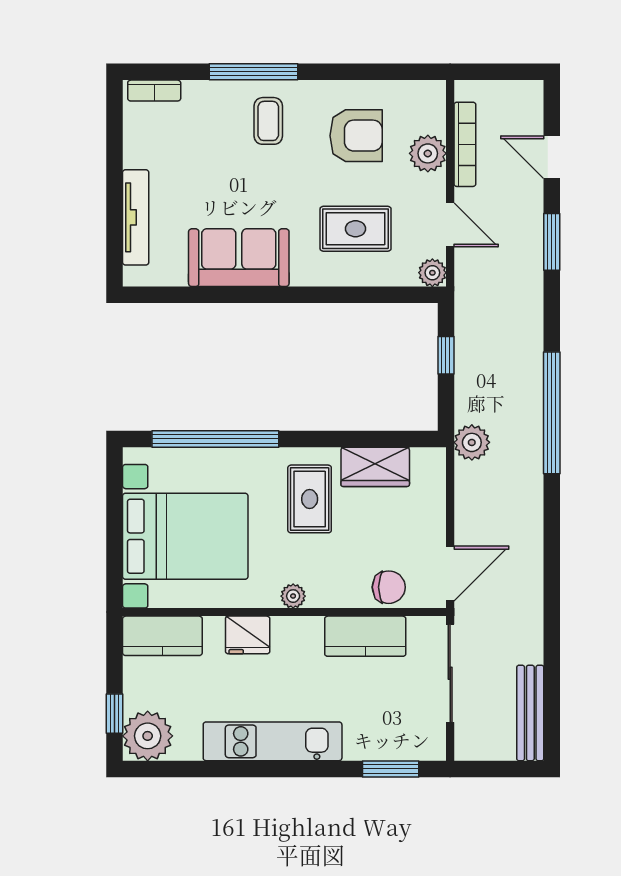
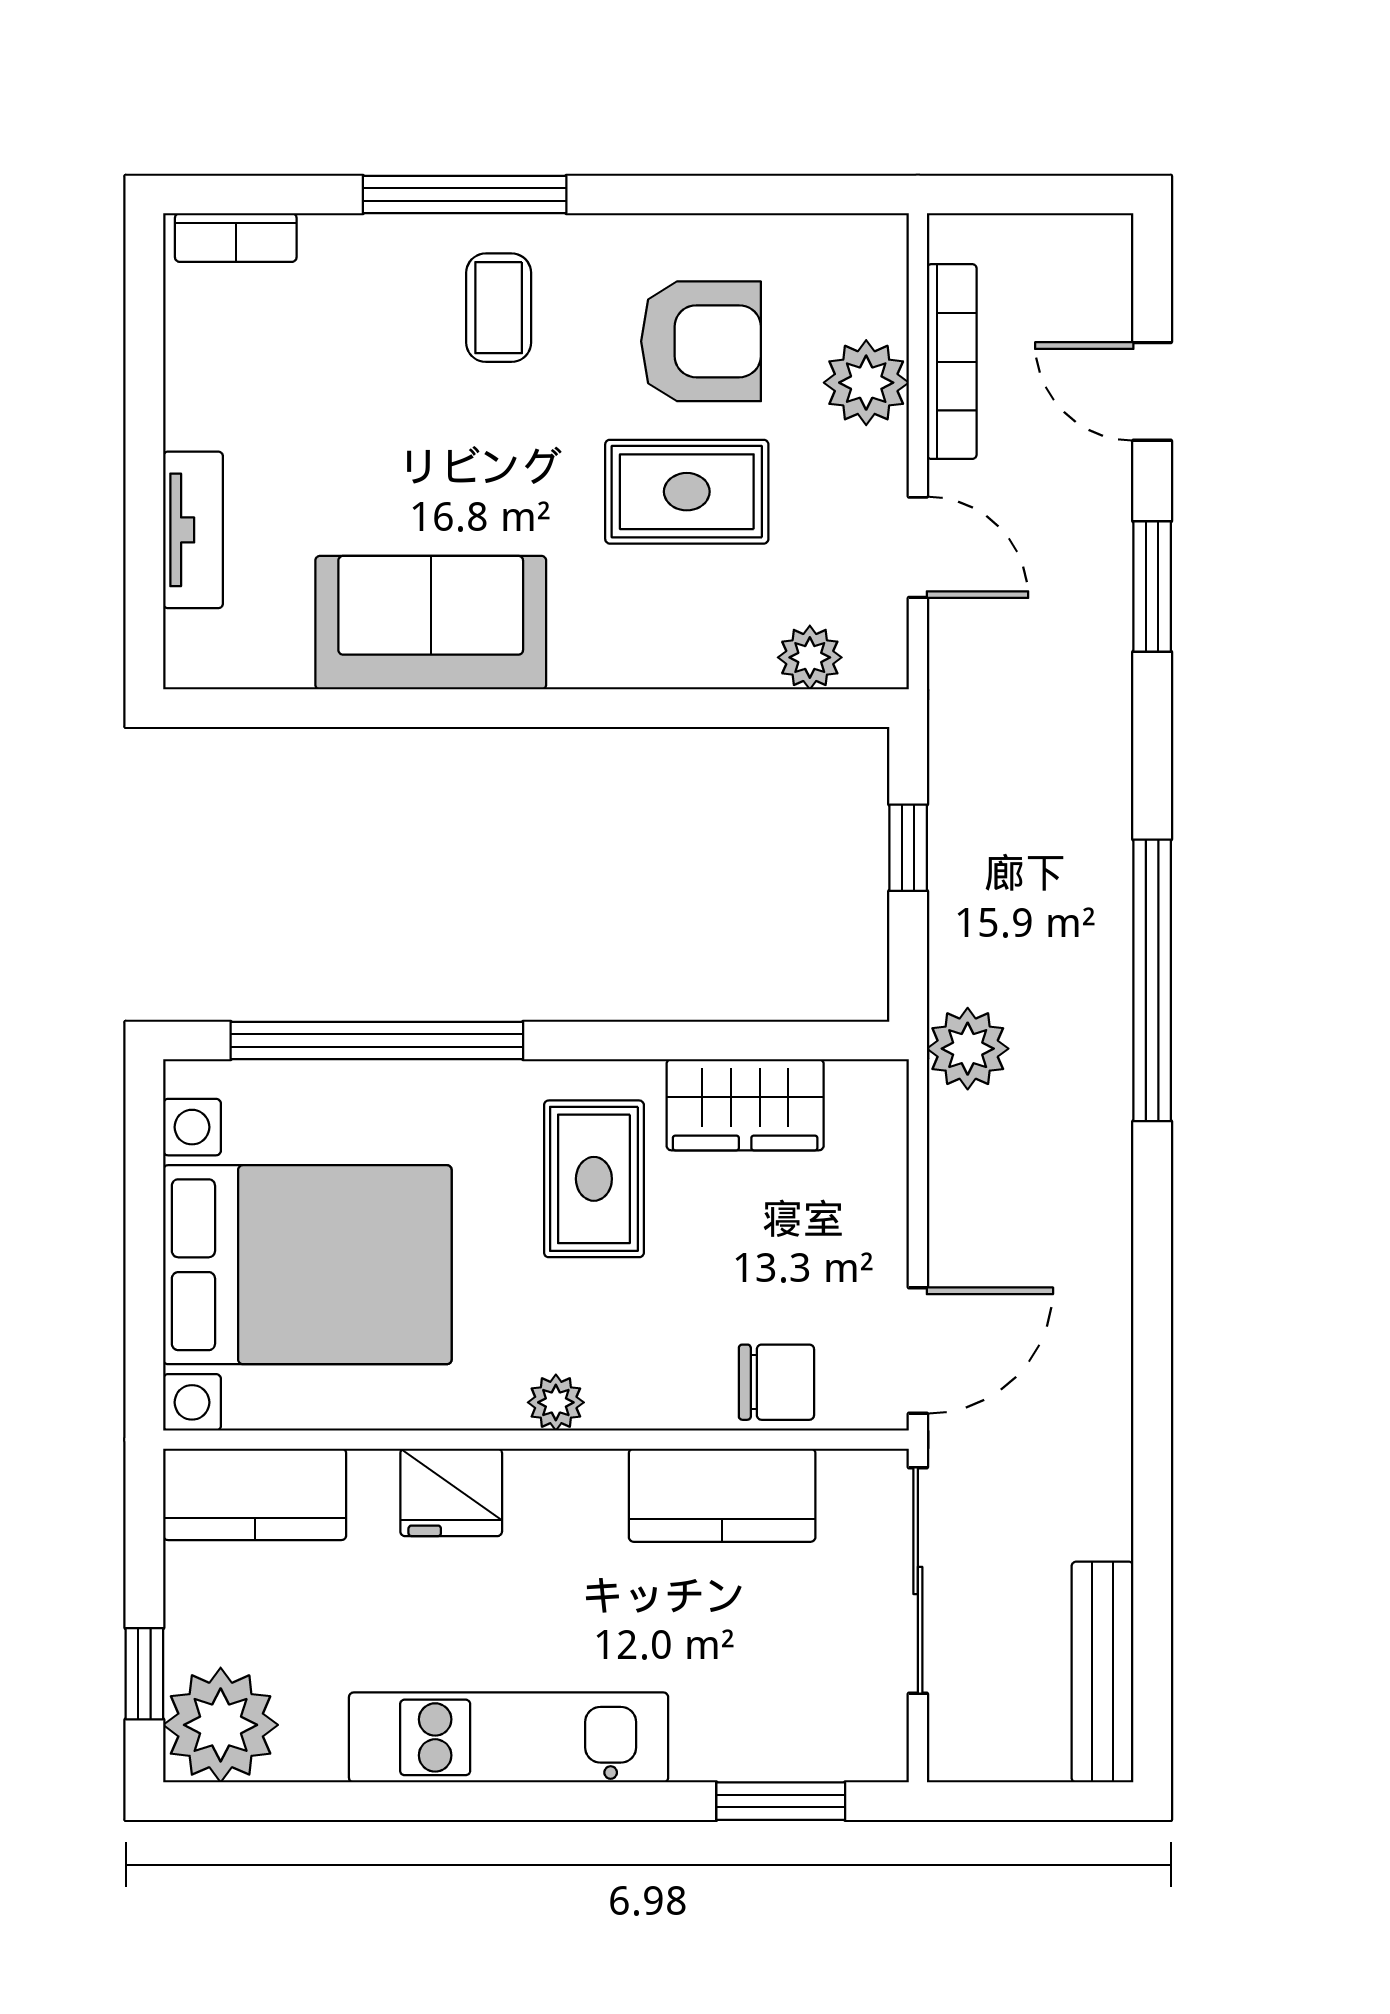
tv unit: (136, 217) -> (193, 530), width x0.71
rug: (356, 229) -> (687, 492), moved
plant: (432, 273) -> (810, 657), moved

